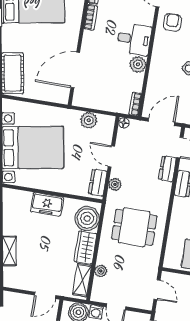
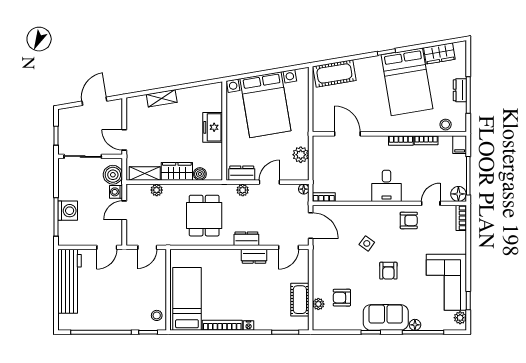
plant: (138, 64) -> (363, 194), removed
door: (75, 70) -> (347, 134), width x0.73
dresser: (168, 169) -> (246, 239), moved
boiler: (87, 218) -> (200, 174), width x0.54, depth x0.54

